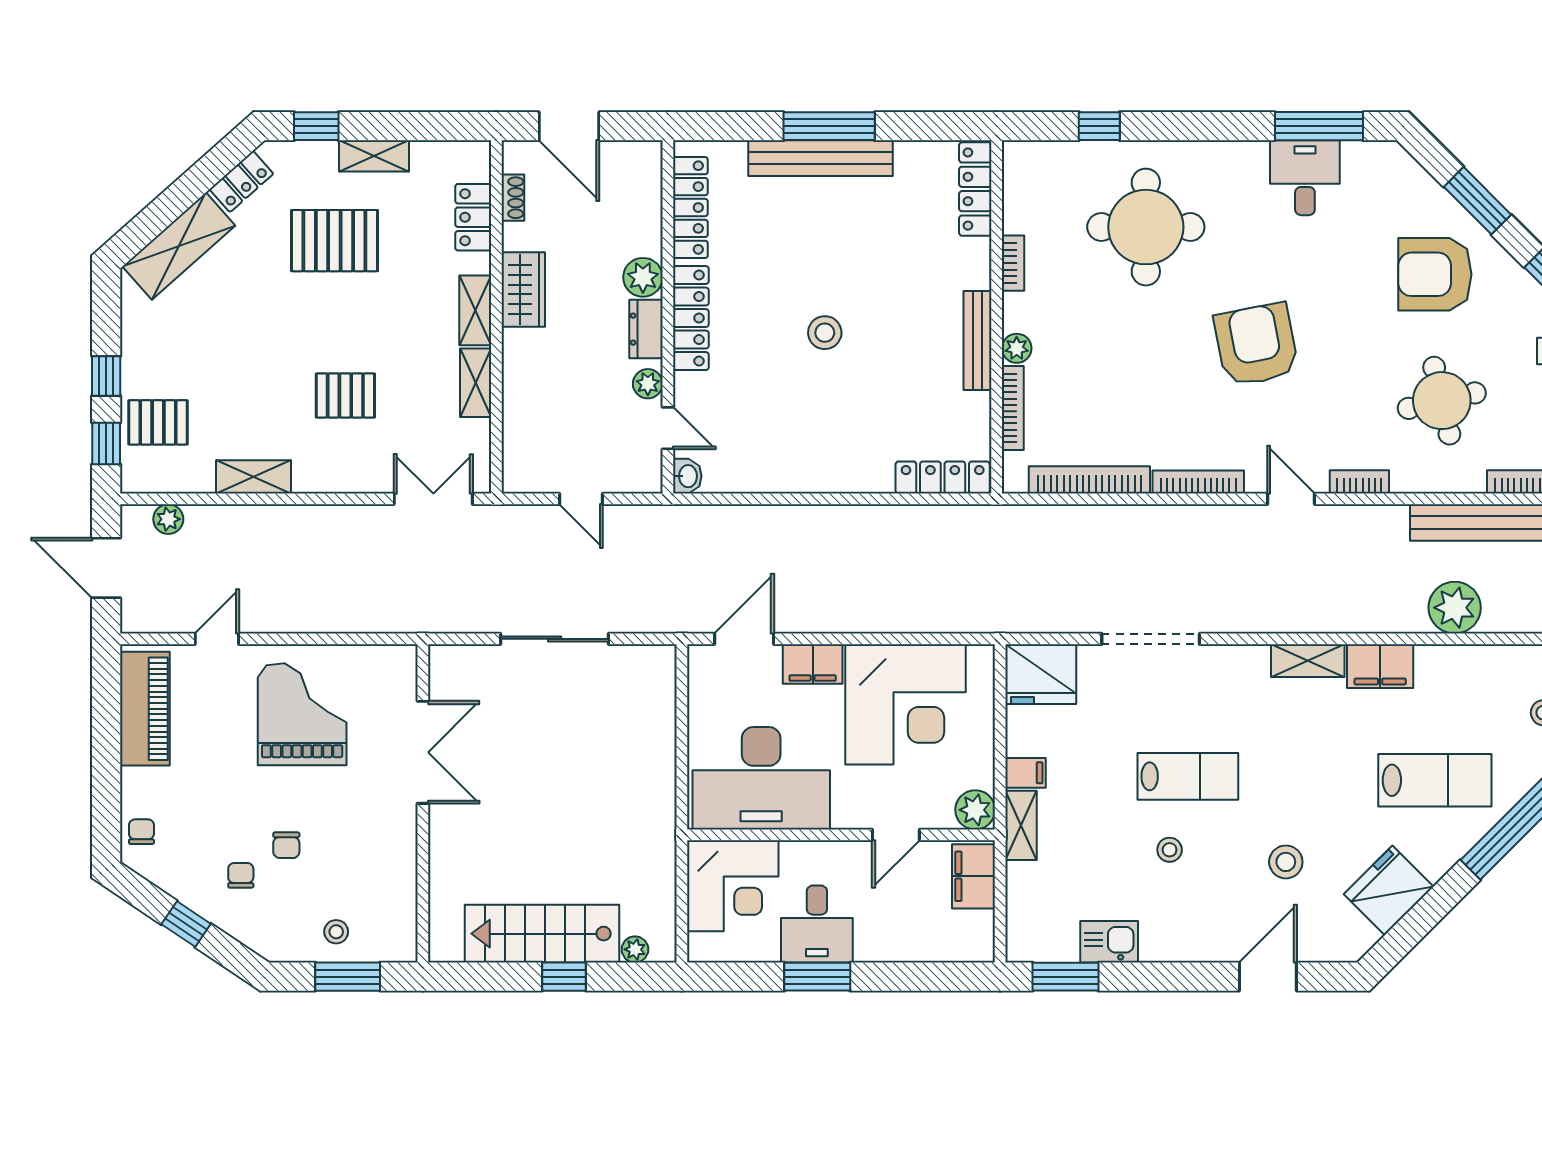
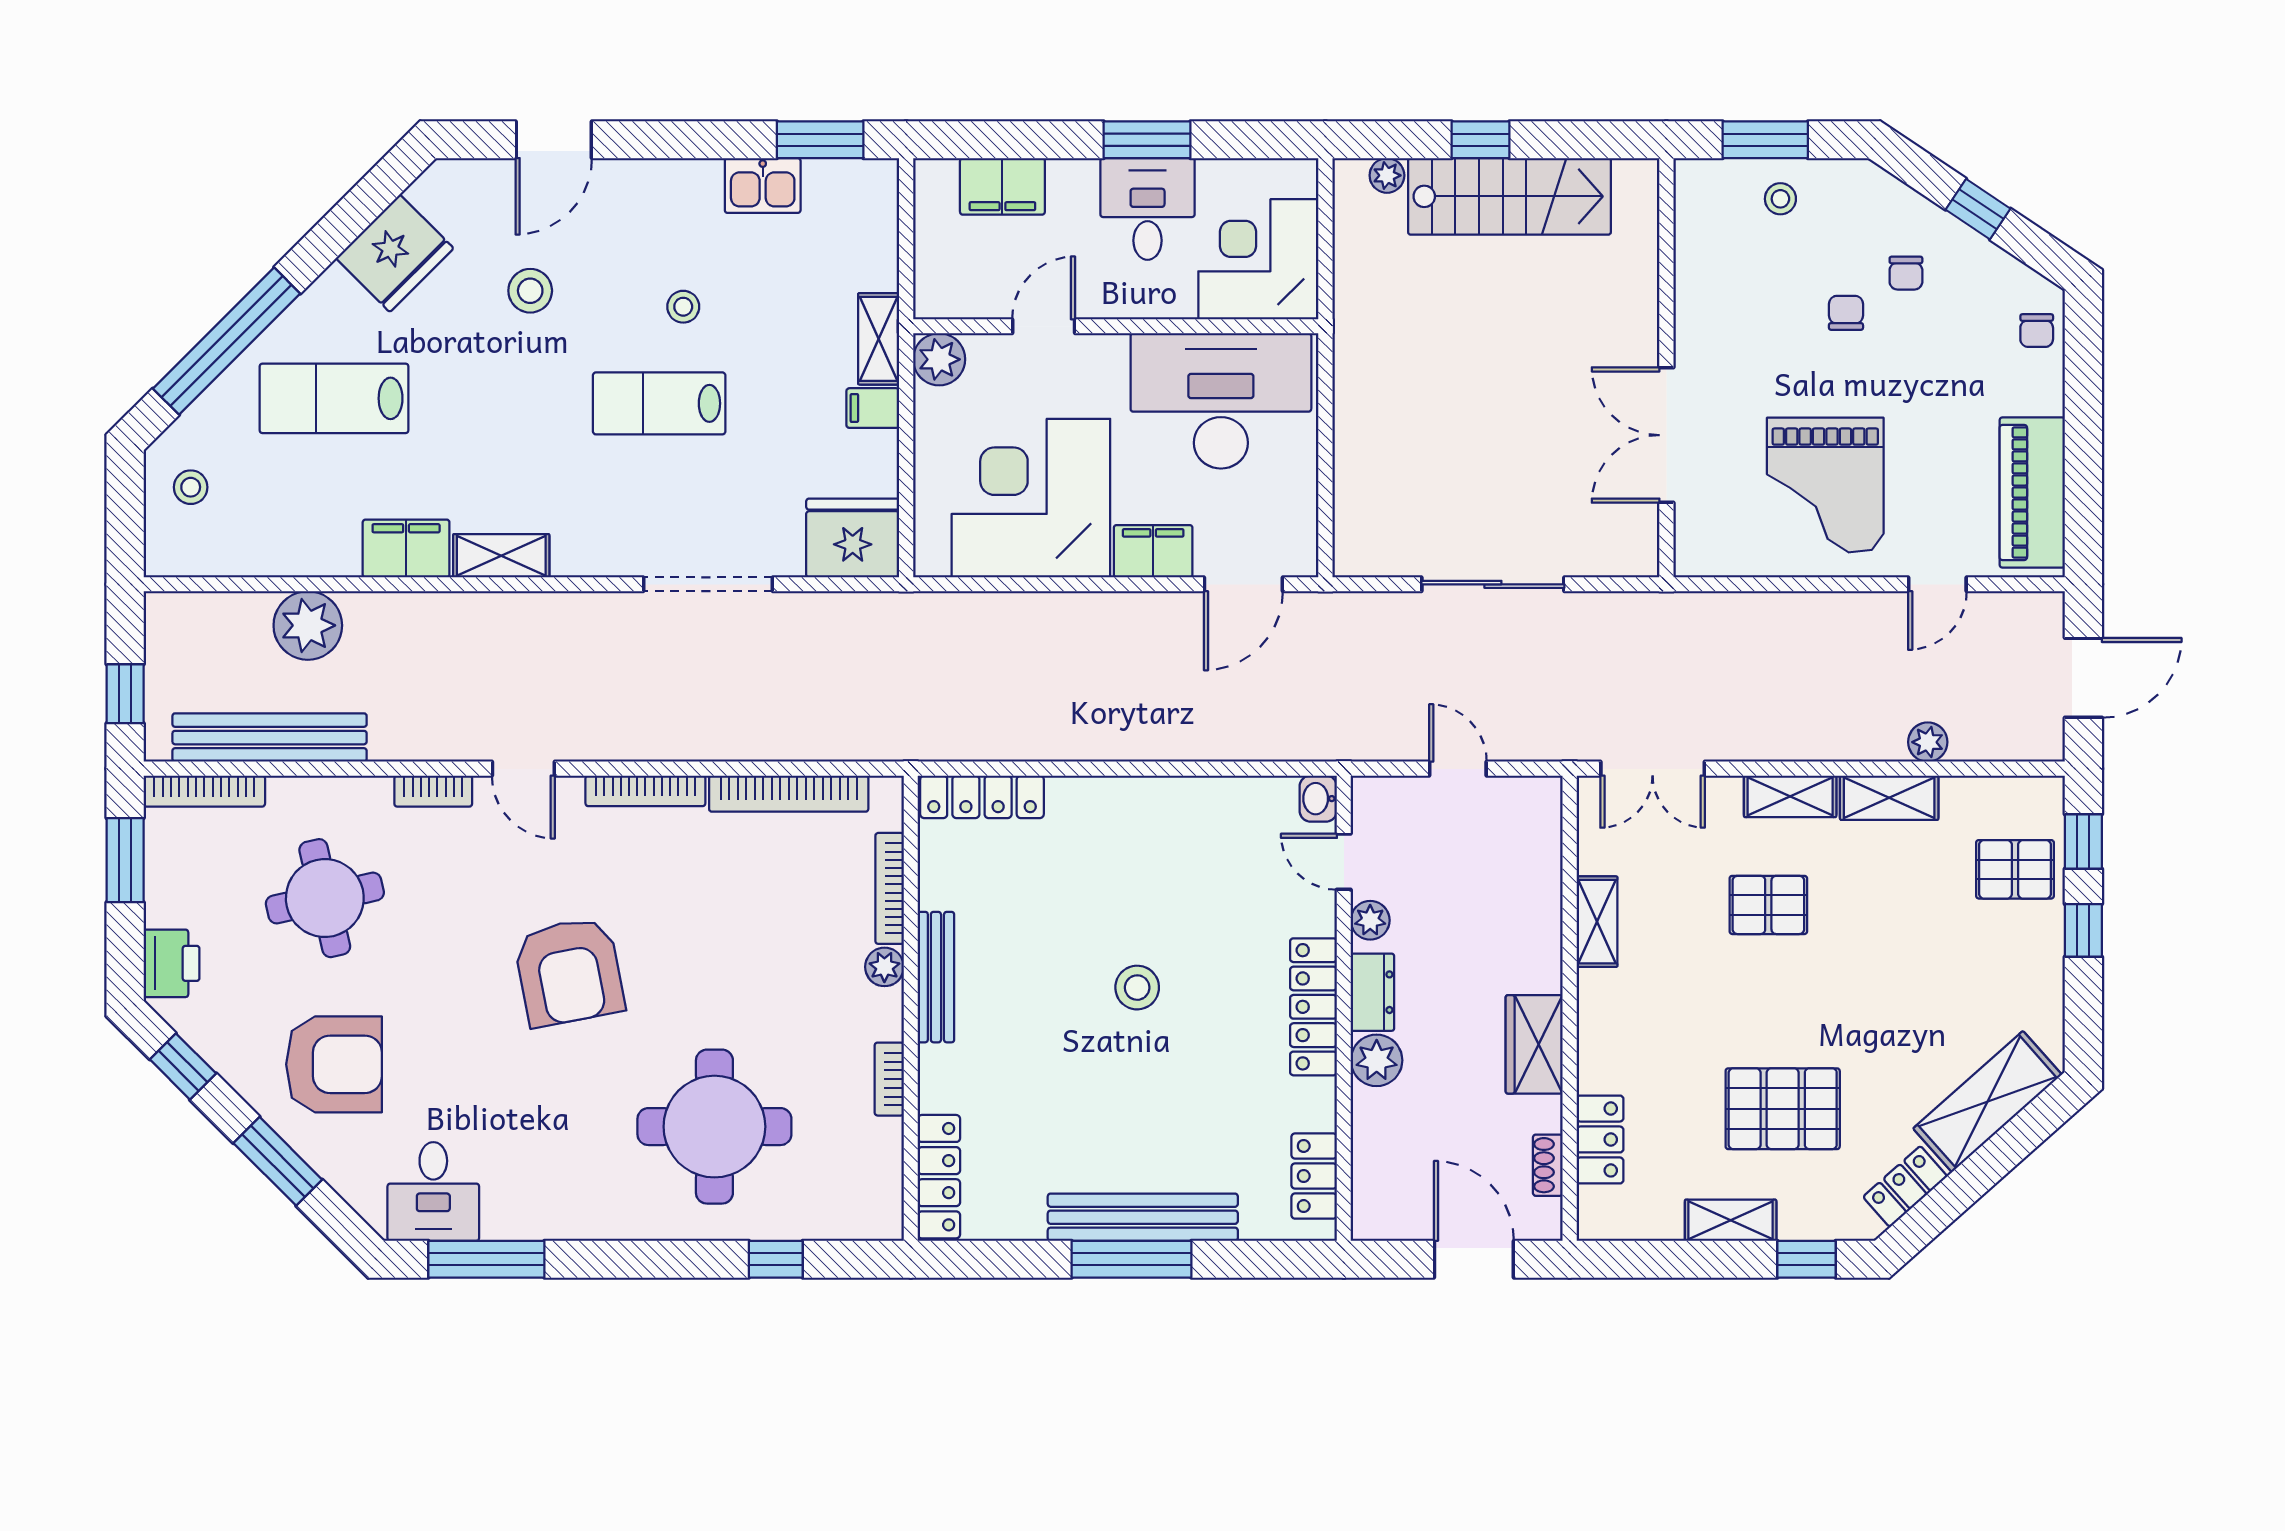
desk: (1305, 178) -> (433, 1191), moved
locker: (690, 208) -> (1314, 1176), width x0.66
shelving: (475, 310) -> (1790, 796), moved, turned 90
plant: (168, 519) -> (1928, 742), moved
door: (106, 568) -> (2083, 678), hinge flipped
filing cabinet: (974, 876) -> (1002, 186), moved, turned 90

